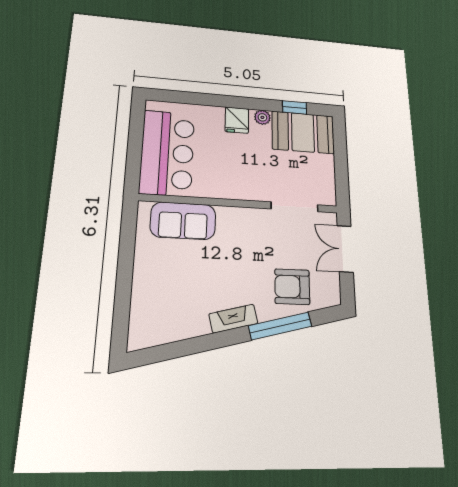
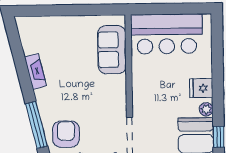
fireplace: (233, 319) -> (35, 71), moved

